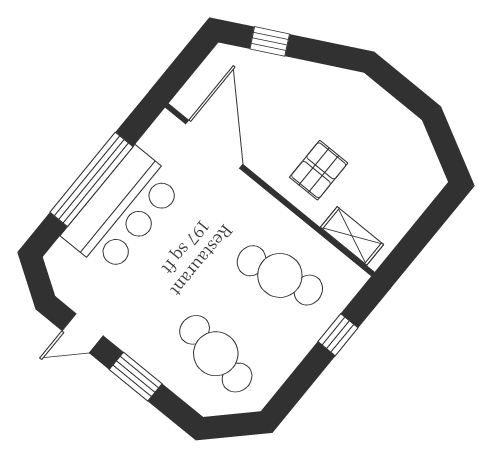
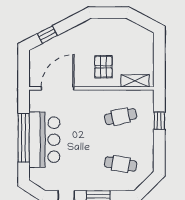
door: (214, 144) -> (58, 88), hinge flipped
cafe table: (280, 275) -> (121, 117), width x0.73, depth x0.74
cafe table: (216, 354) -> (121, 164), width x0.73, depth x0.74

